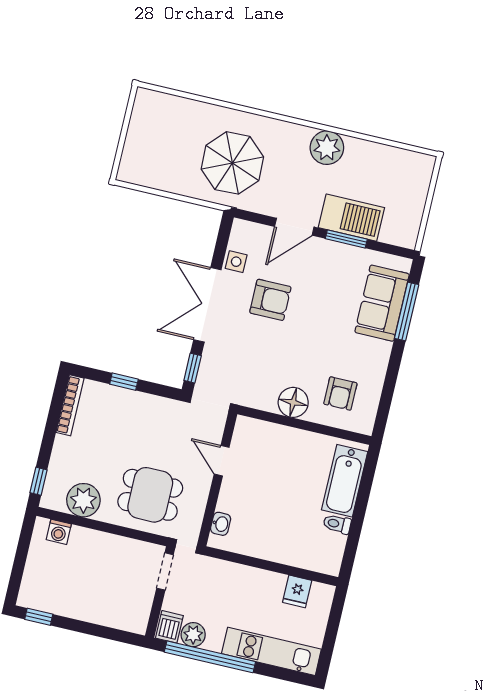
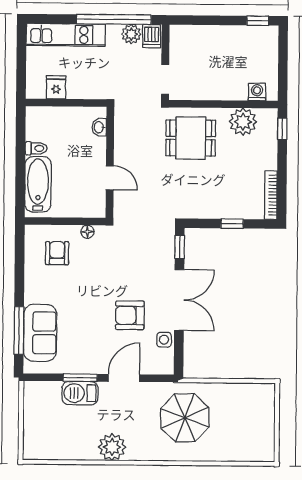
barbecue: (351, 218) -> (80, 393), width x0.73, depth x0.83
floor lamp: (293, 402) -> (87, 232), width x0.53, depth x0.53
door: (222, 461) -> (110, 178), moved
wall: (217, 479) -> (110, 162), moved
washbasin: (221, 524) -> (99, 127), moved

